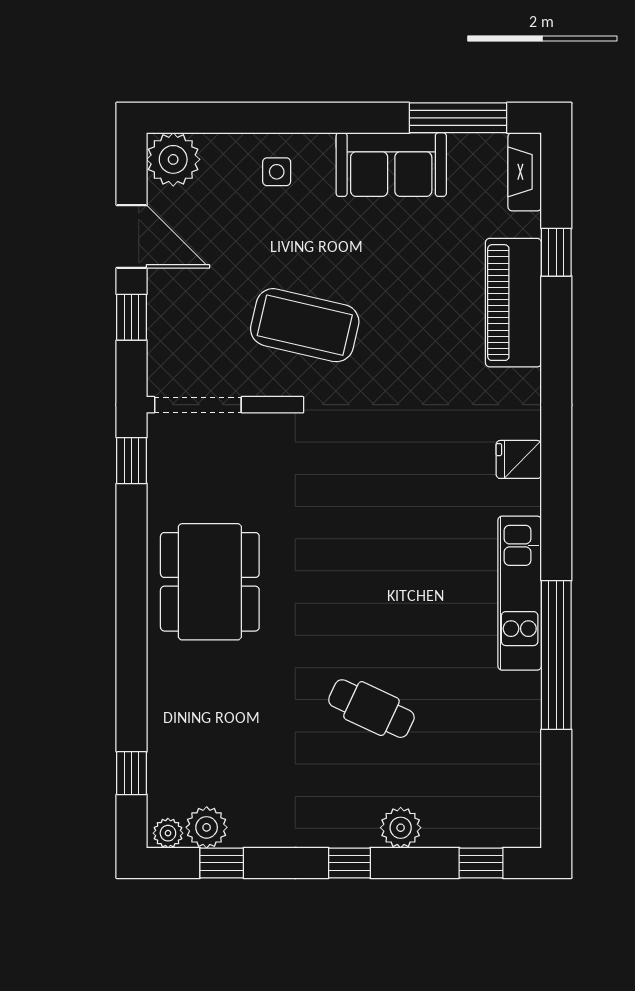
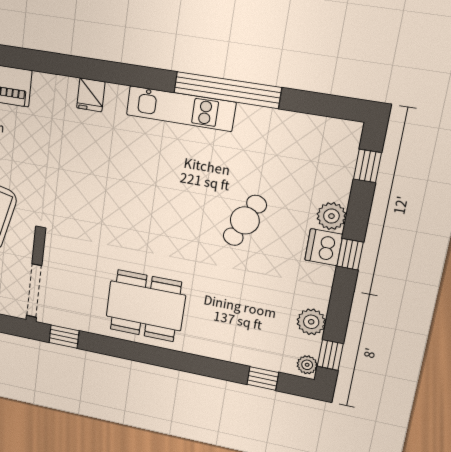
dishwasher: (353, 825) -> (324, 247), added
plant: (207, 827) -> (311, 322), moved
window: (222, 863) -> (330, 355), moved

